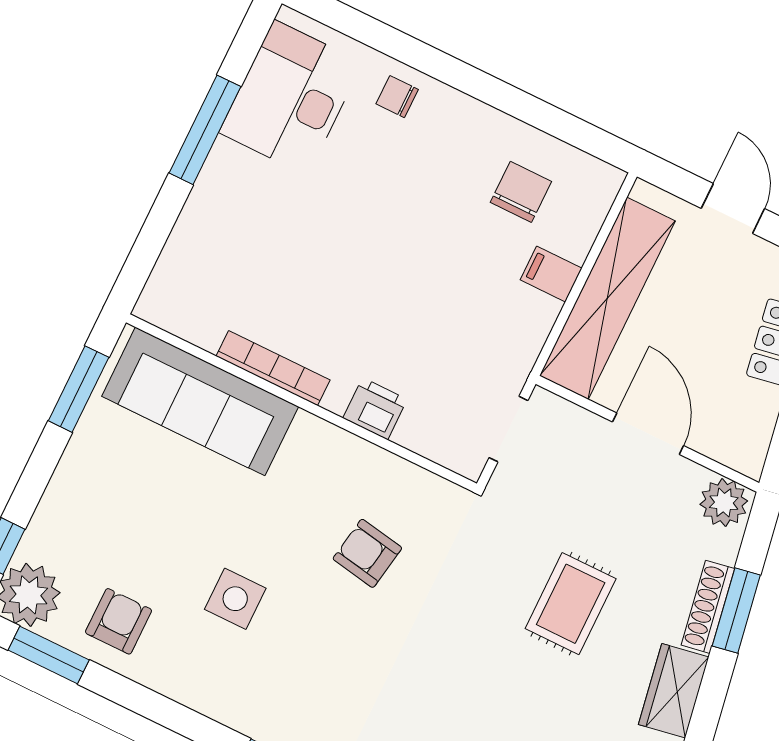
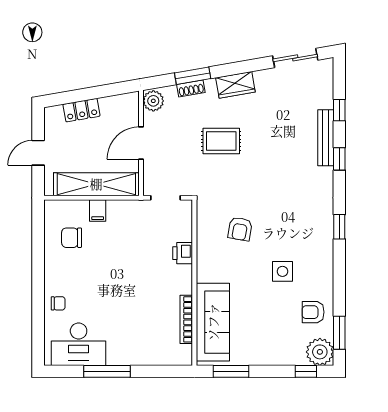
chair: (397, 97) -> (58, 303), turned -90
bookcase: (273, 368) -> (186, 319), moved
shoe rack: (708, 607) -> (191, 88), width x0.70

